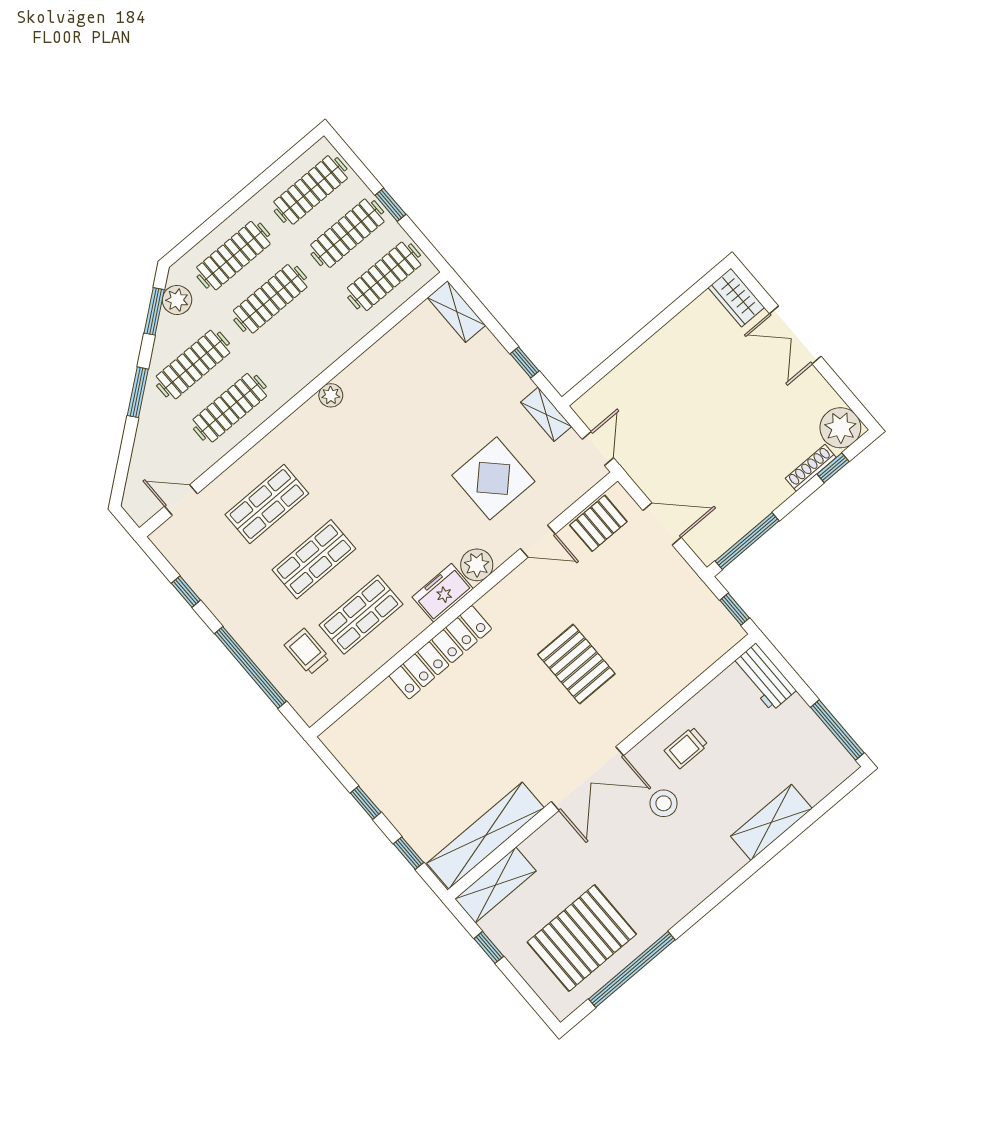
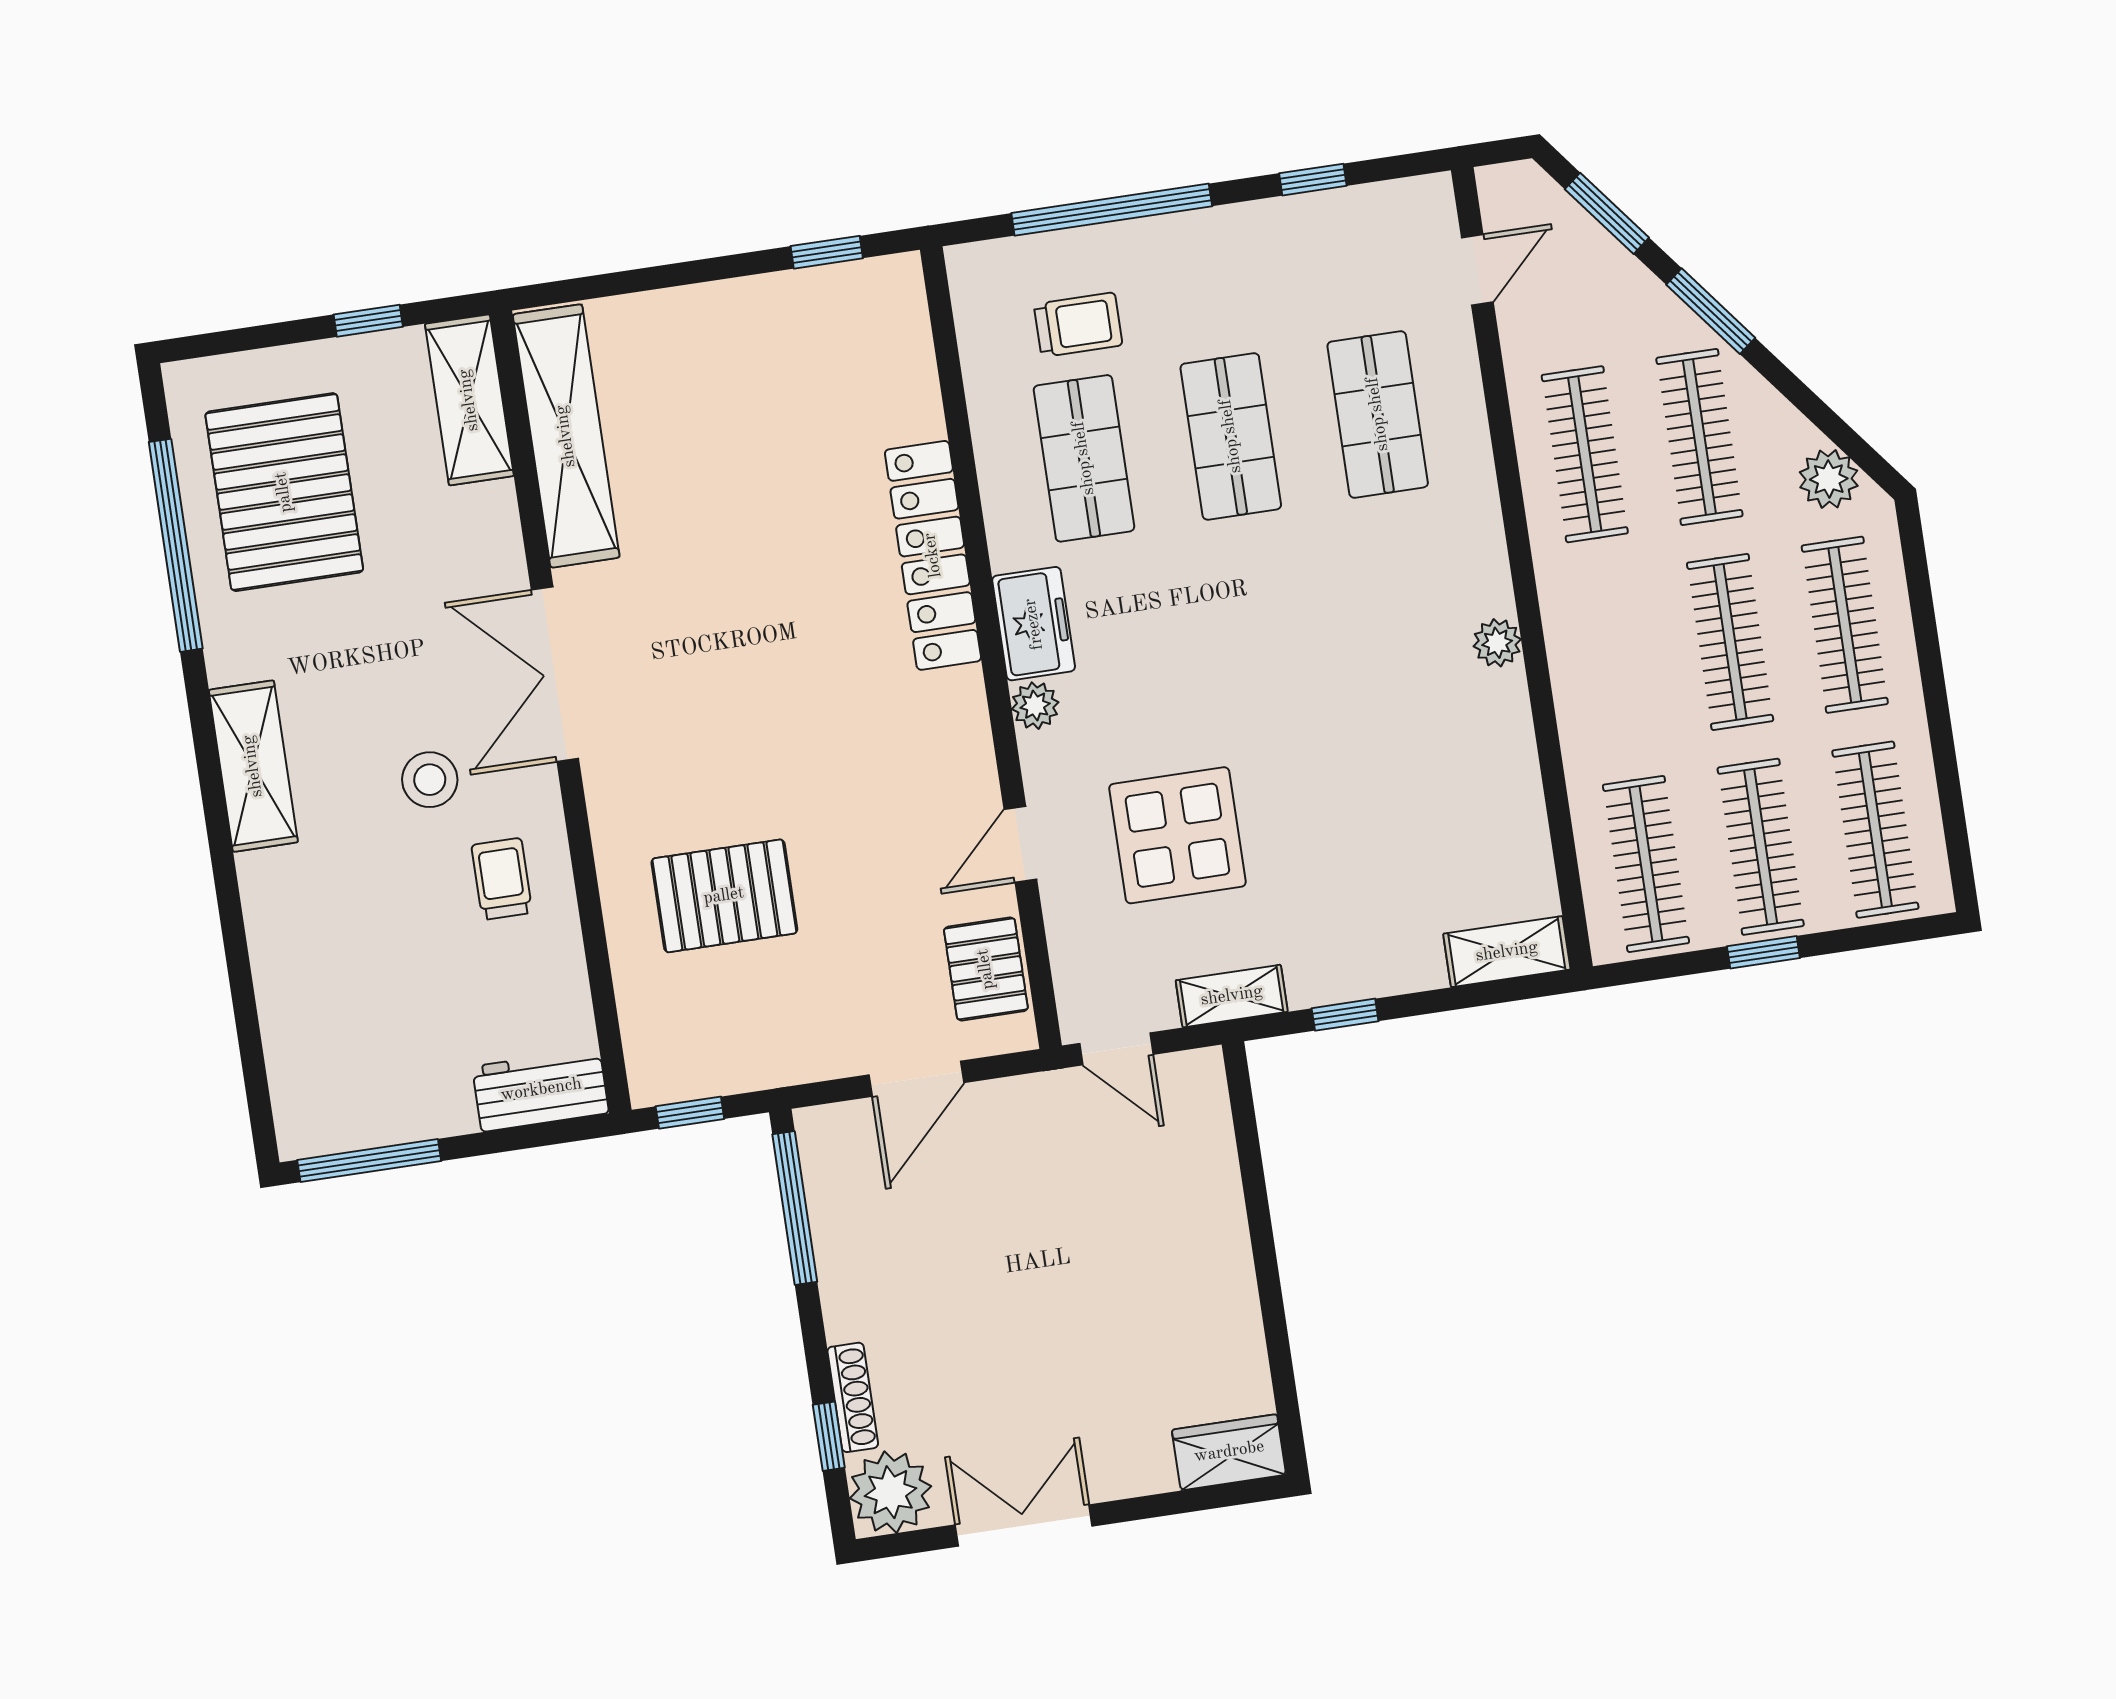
window: (154, 311) -> (1607, 213), moved
double door: (795, 335) -> (1024, 1526), moved
plant: (477, 565) -> (1035, 706), width x0.73, depth x0.73
pallet: (576, 664) -> (724, 896), moved
window: (366, 803) -> (827, 252), moved
shelving: (771, 822) -> (253, 766), moved
window: (409, 853) -> (619, 283), removed

